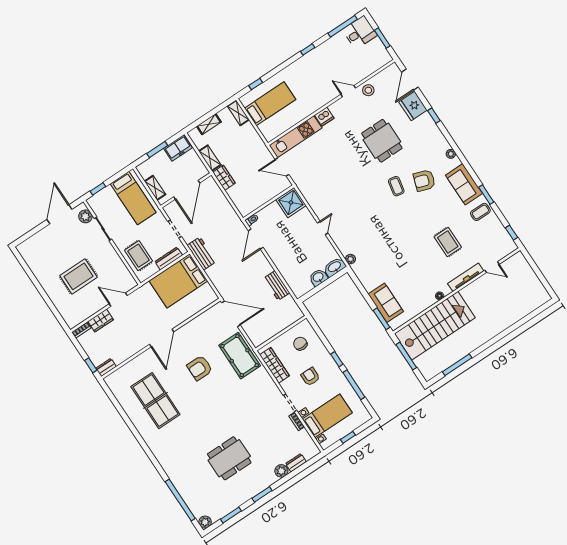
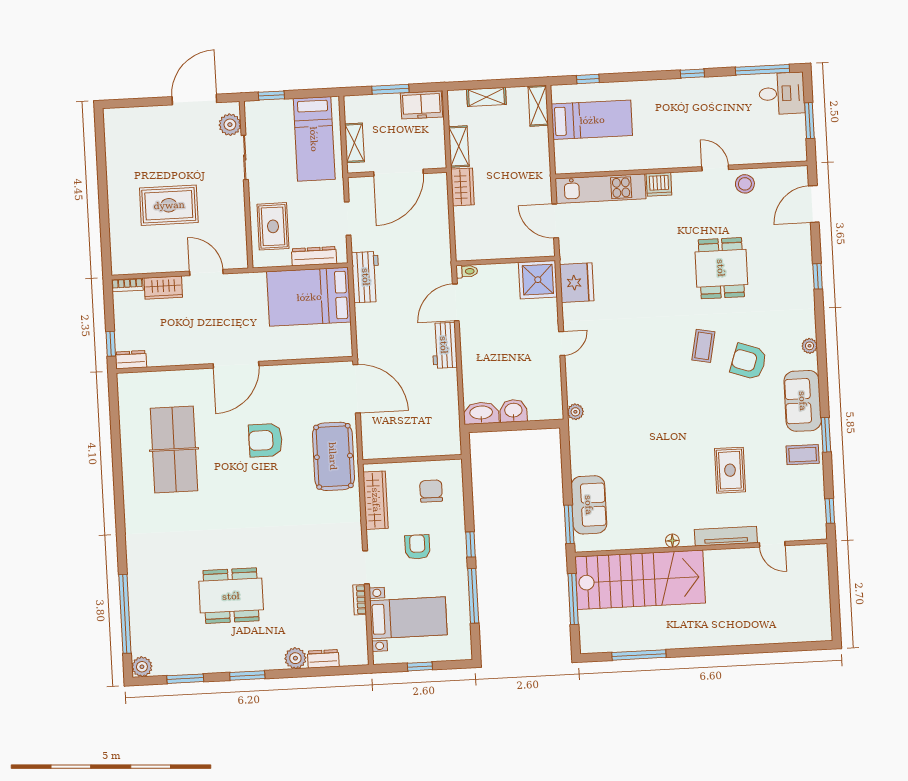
fridge: (413, 106) -> (577, 283), moved, turned 180
washbasin: (335, 267) -> (481, 413), moved
workbench: (277, 286) -> (444, 345), moved

